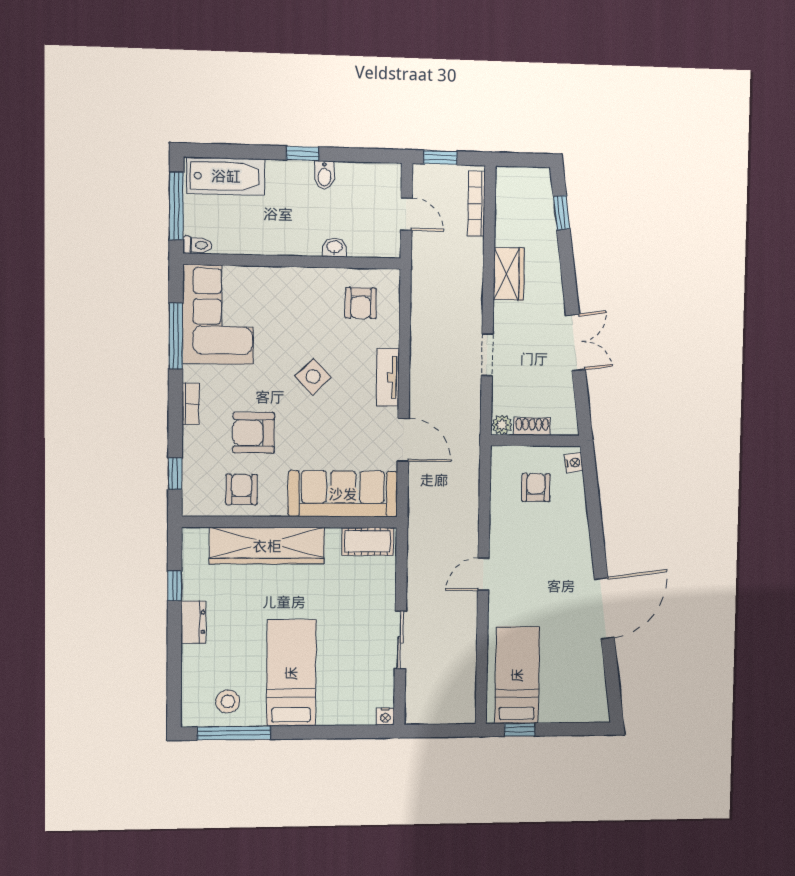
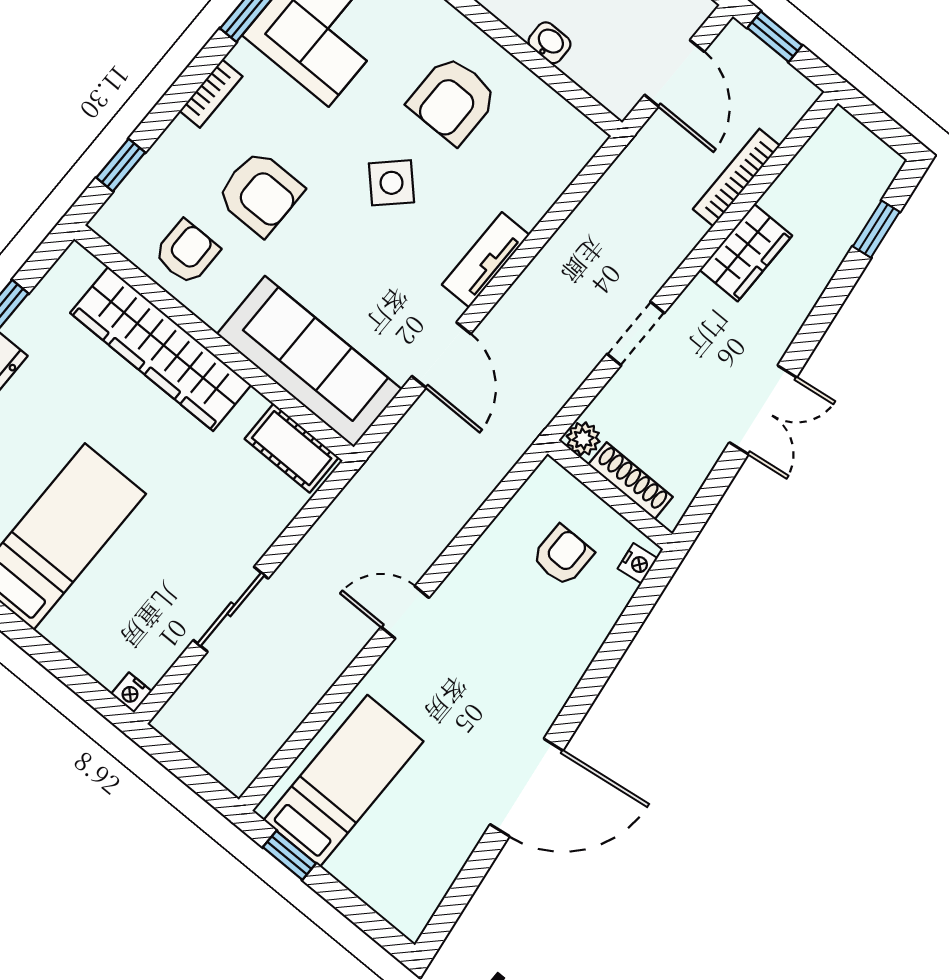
bookcase: (476, 204) -> (736, 177), moved
door: (406, 214) -> (674, 73), width x1.38
armchair: (361, 303) -> (453, 100), moved, width x1.38, depth x1.38
shoe rack: (532, 427) -> (630, 481), width x1.43
armchair: (254, 433) -> (260, 193), turned 180

